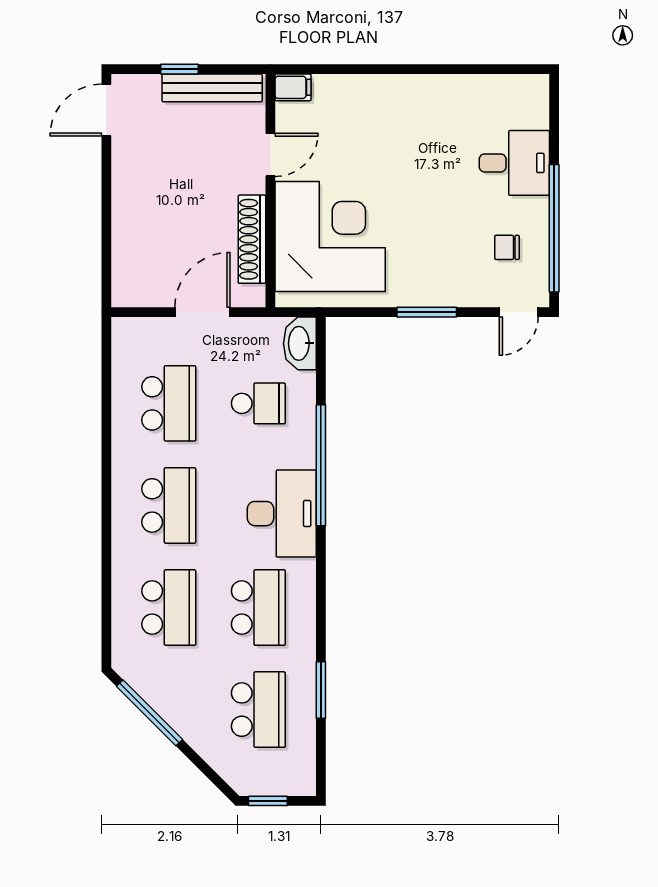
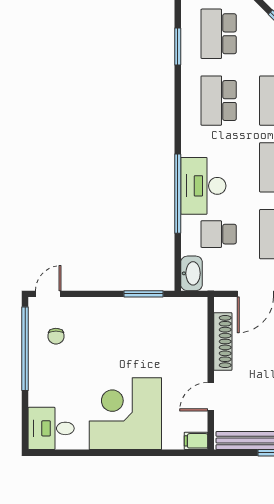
desk: (514, 163) -> (51, 428), moved
corner desk: (330, 237) -> (125, 414), moved, turned 90
chair: (507, 247) -> (56, 336), turned 90
window: (427, 312) -> (144, 294), moved
desk: (282, 514) -> (203, 186), moved

